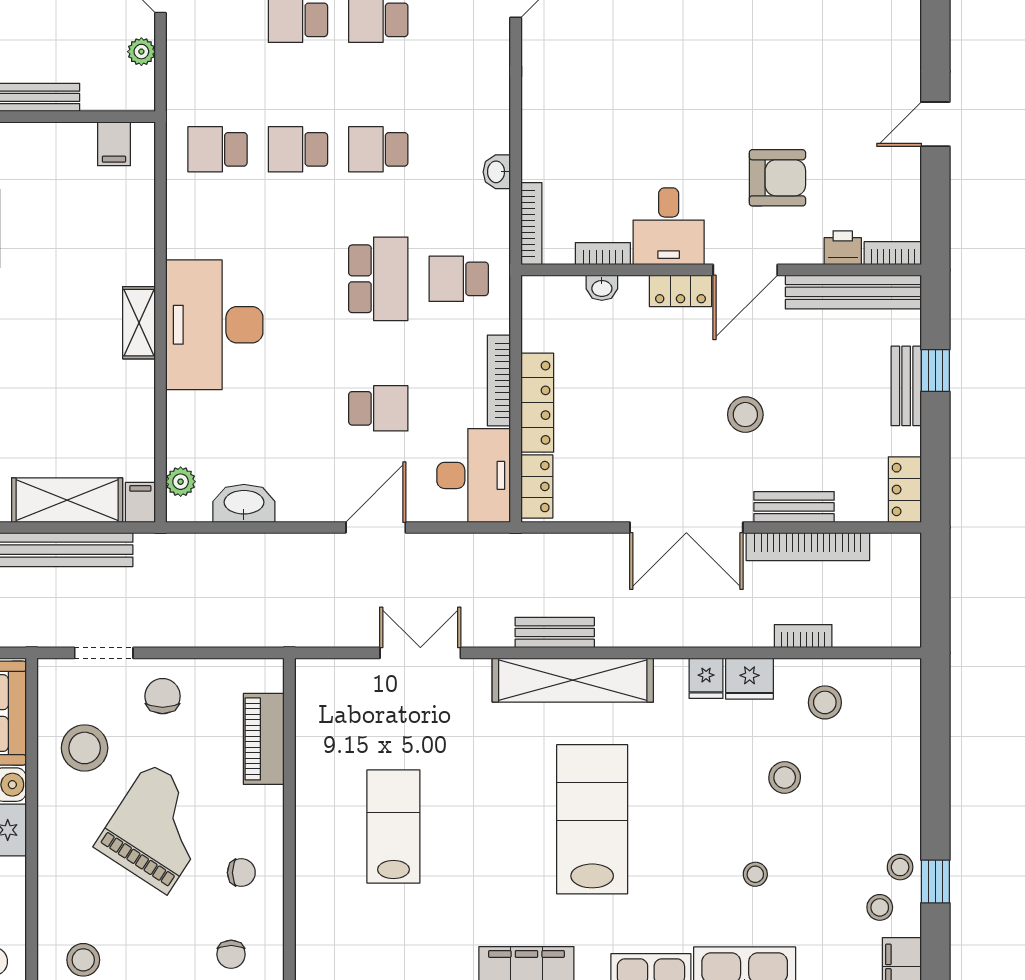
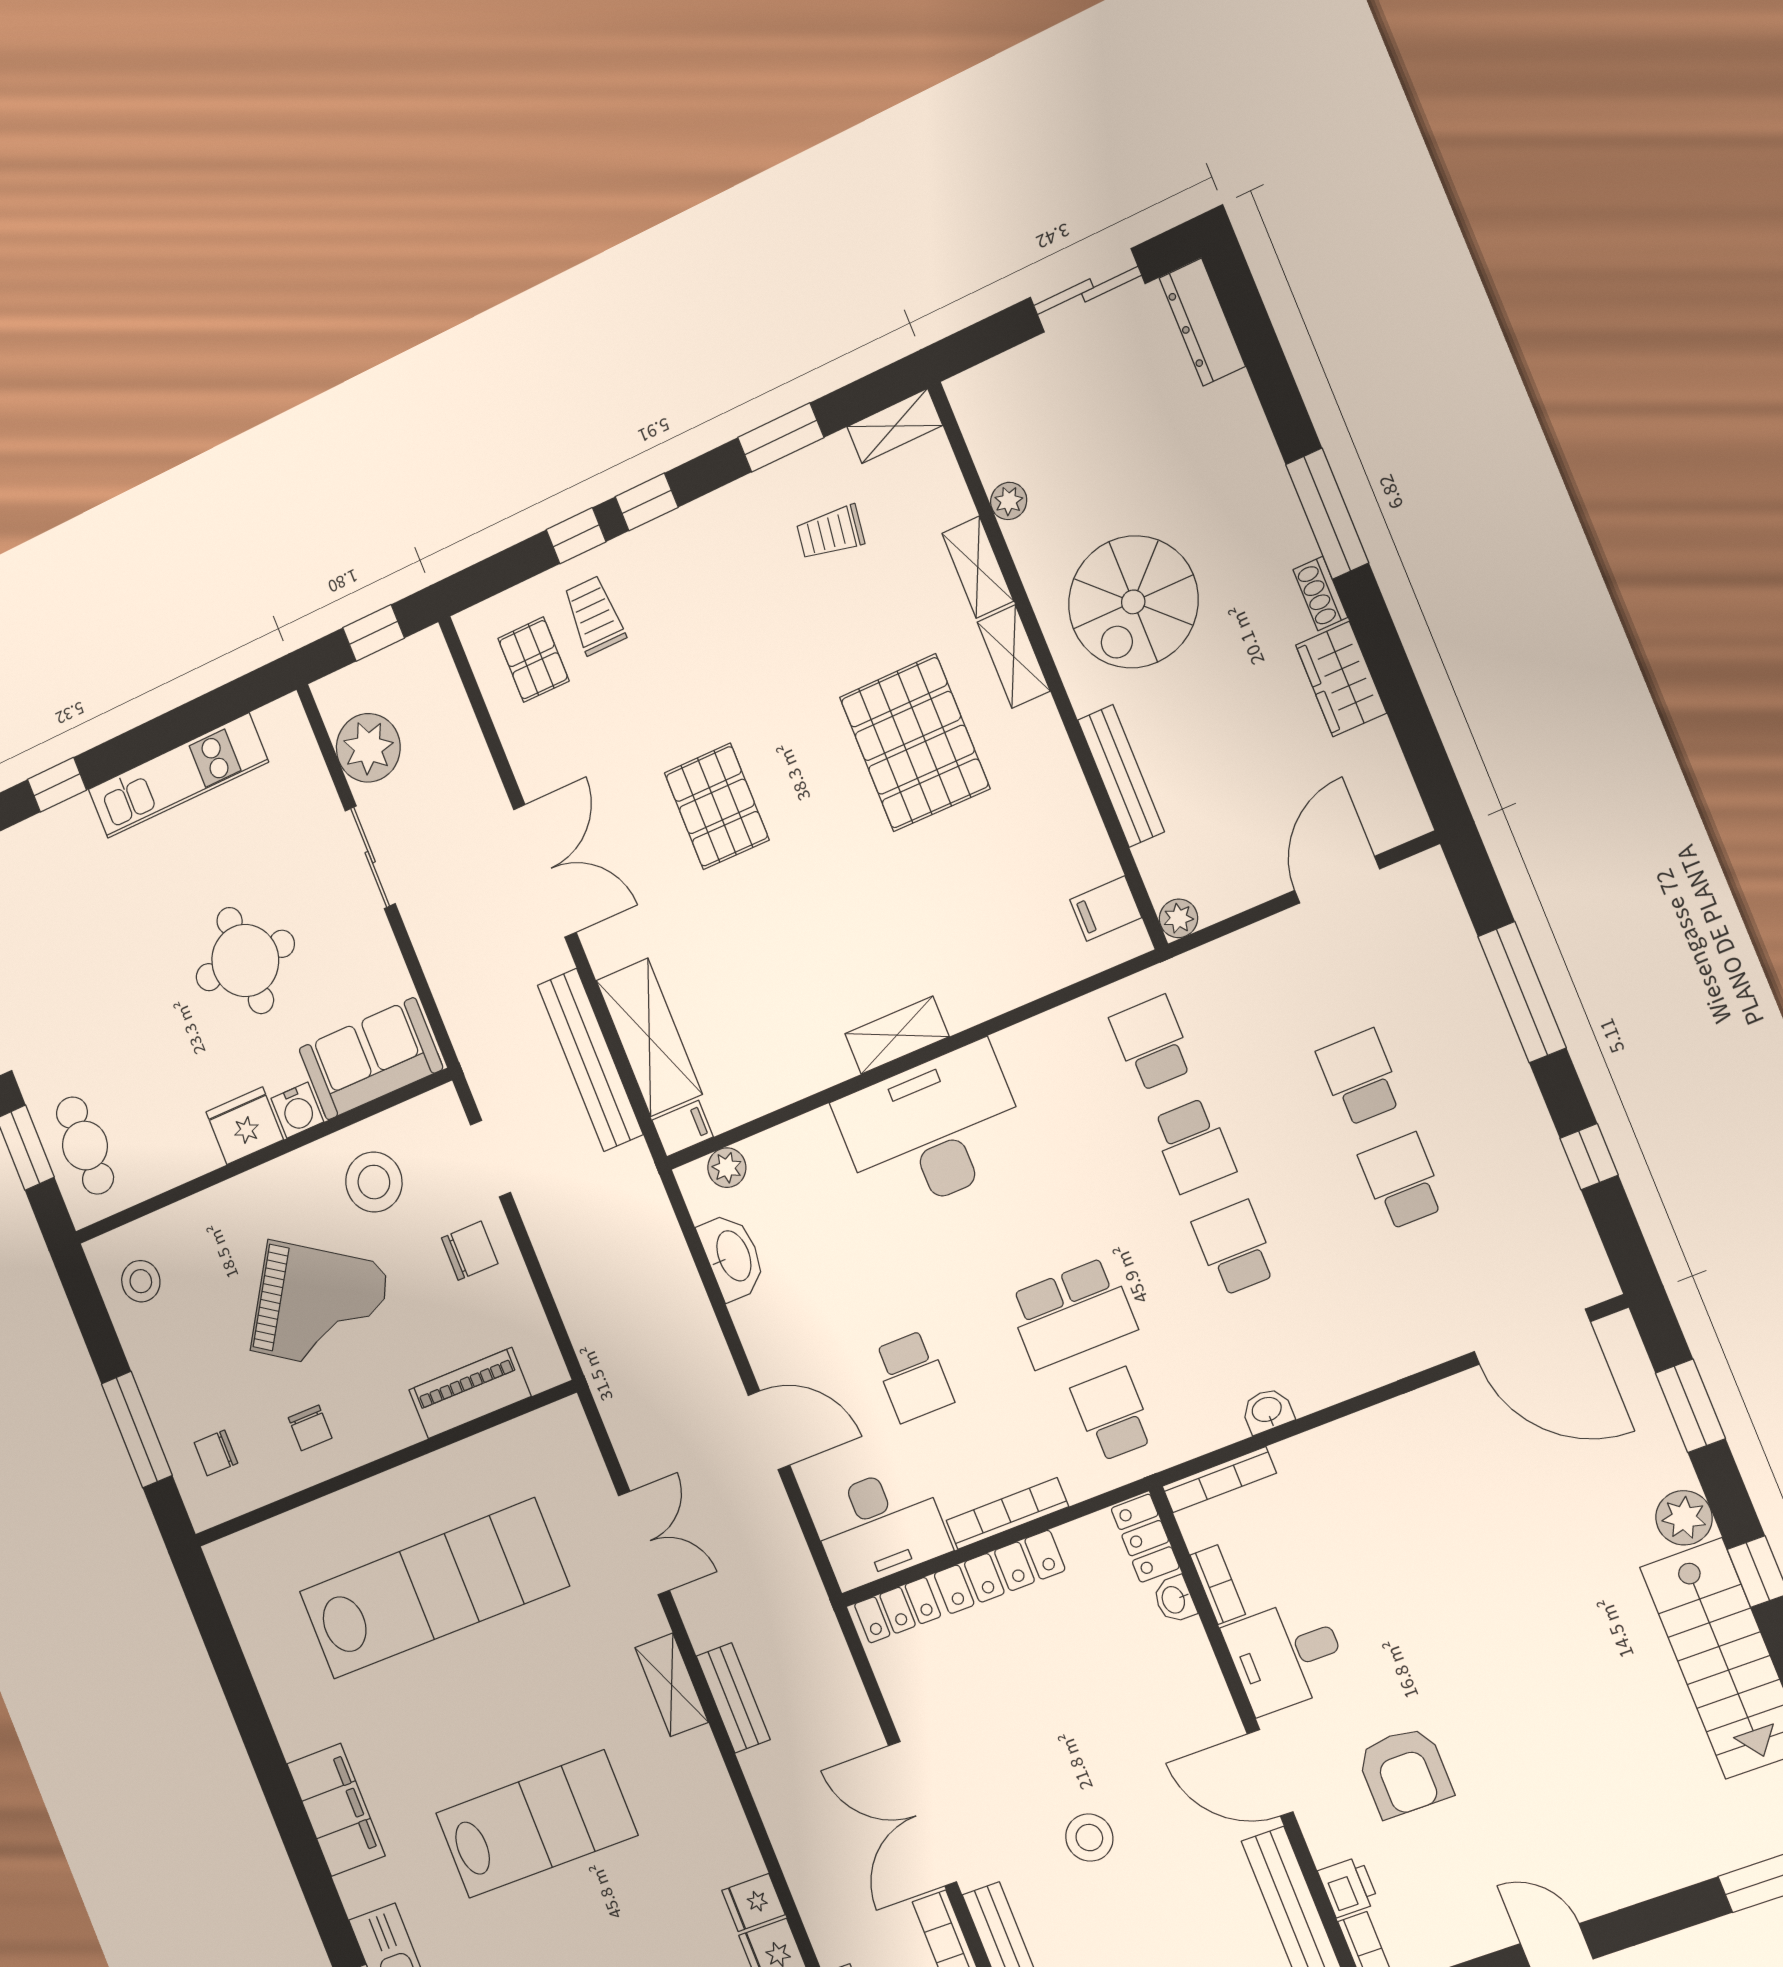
plant: (141, 52) -> (1179, 918), moved
school desk: (298, 149) -> (1193, 1146), turned 180
locker: (680, 291) -> (1145, 1538), moved
shelving: (573, 680) -> (672, 1685), width x0.45, depth x0.75
lab bench: (393, 826) -> (433, 1589), width x1.86, depth x1.39

